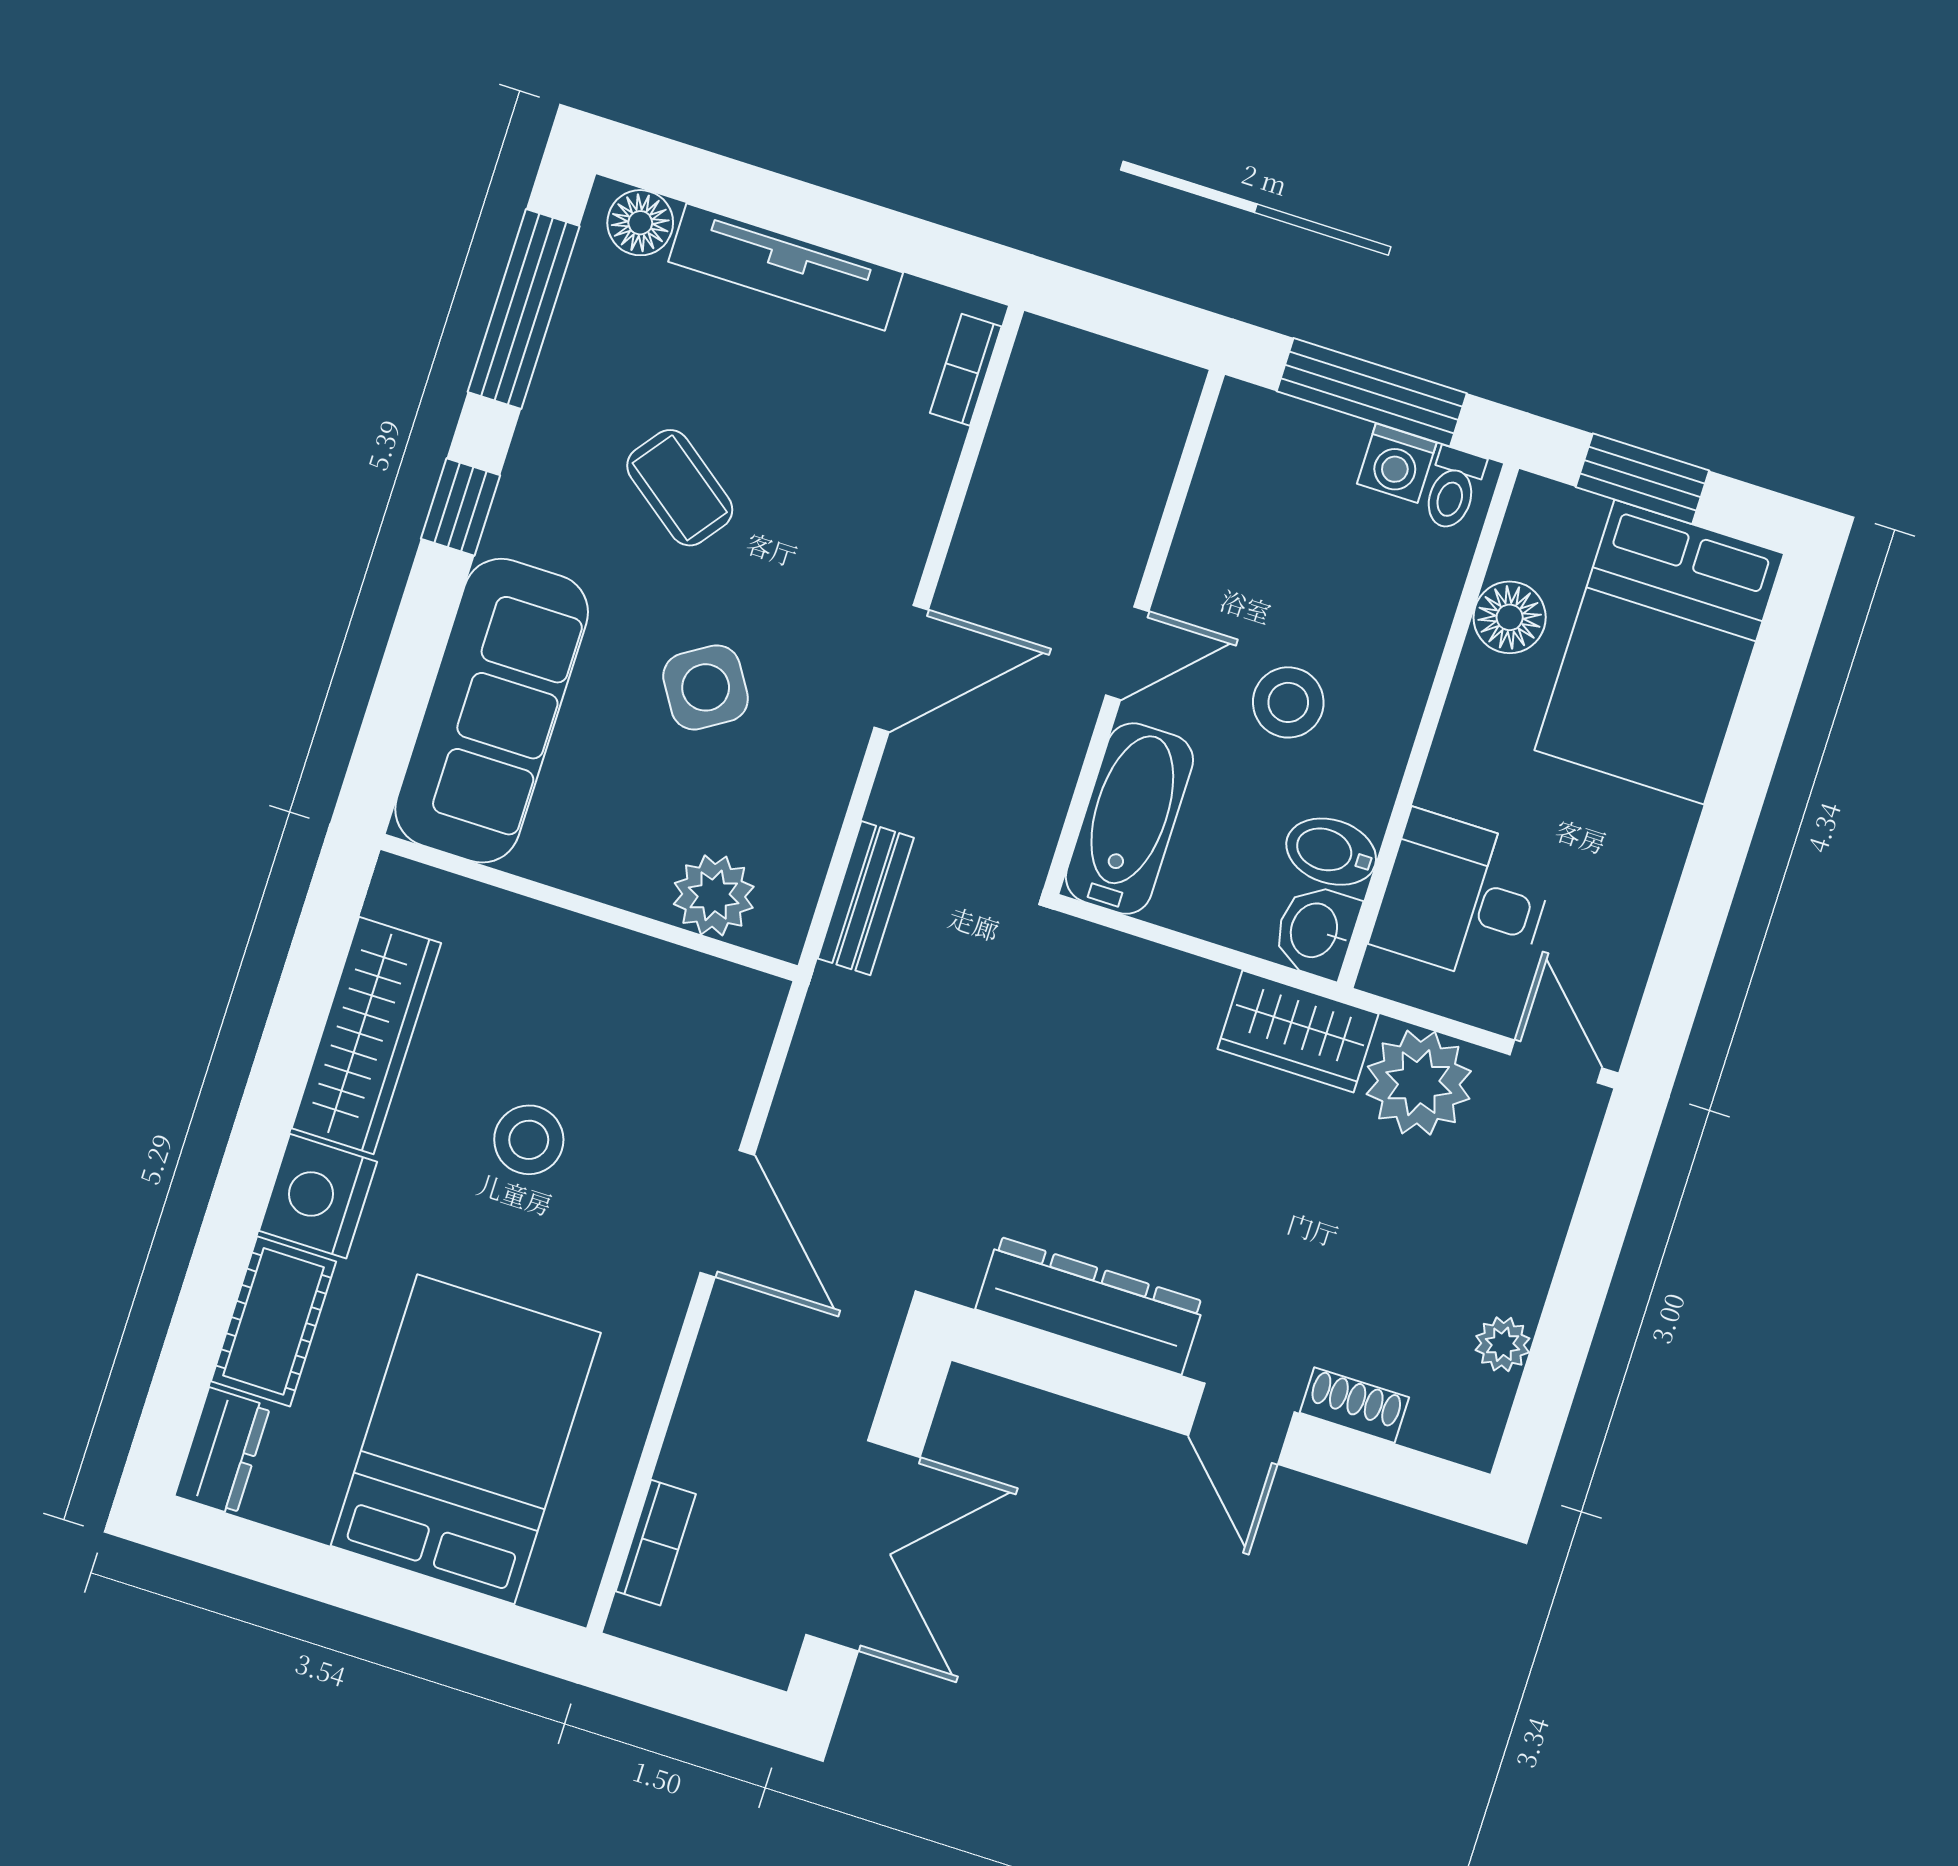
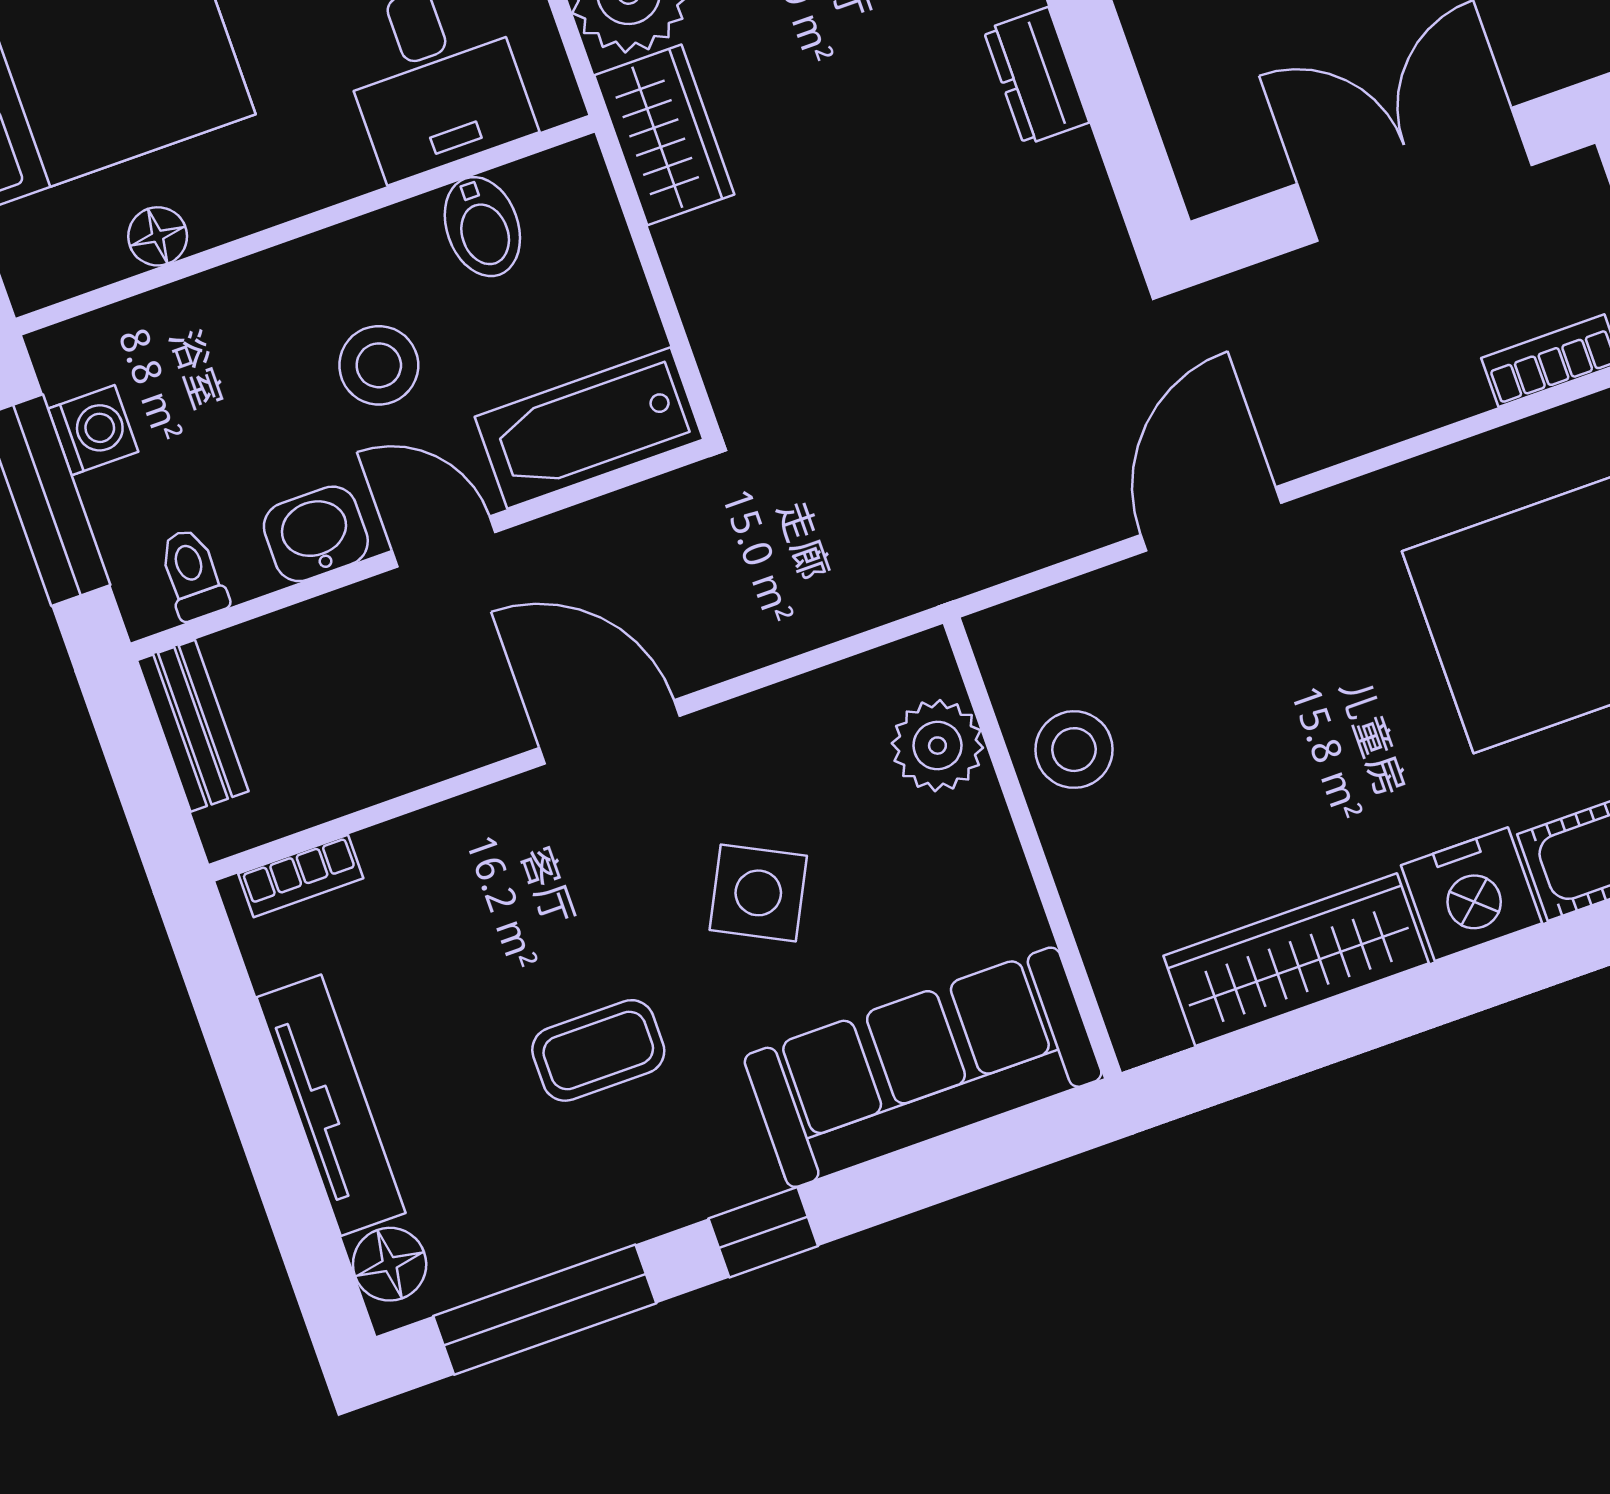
coffee table: (680, 488) -> (598, 1050), turned 53
toilet: (1453, 489) -> (193, 574), moved, turned -90
floor lamp: (1510, 617) -> (158, 236), width x0.73, depth x0.73
side table: (706, 687) -> (758, 893), turned -31
bench: (866, 898) -> (193, 726), moved, turned 90
washbasin: (1316, 931) -> (316, 534), moved, turned 180
stool: (529, 1140) -> (1074, 750), moved
dresser: (1090, 1306) -> (1036, 76), width x0.51, depth x0.80

